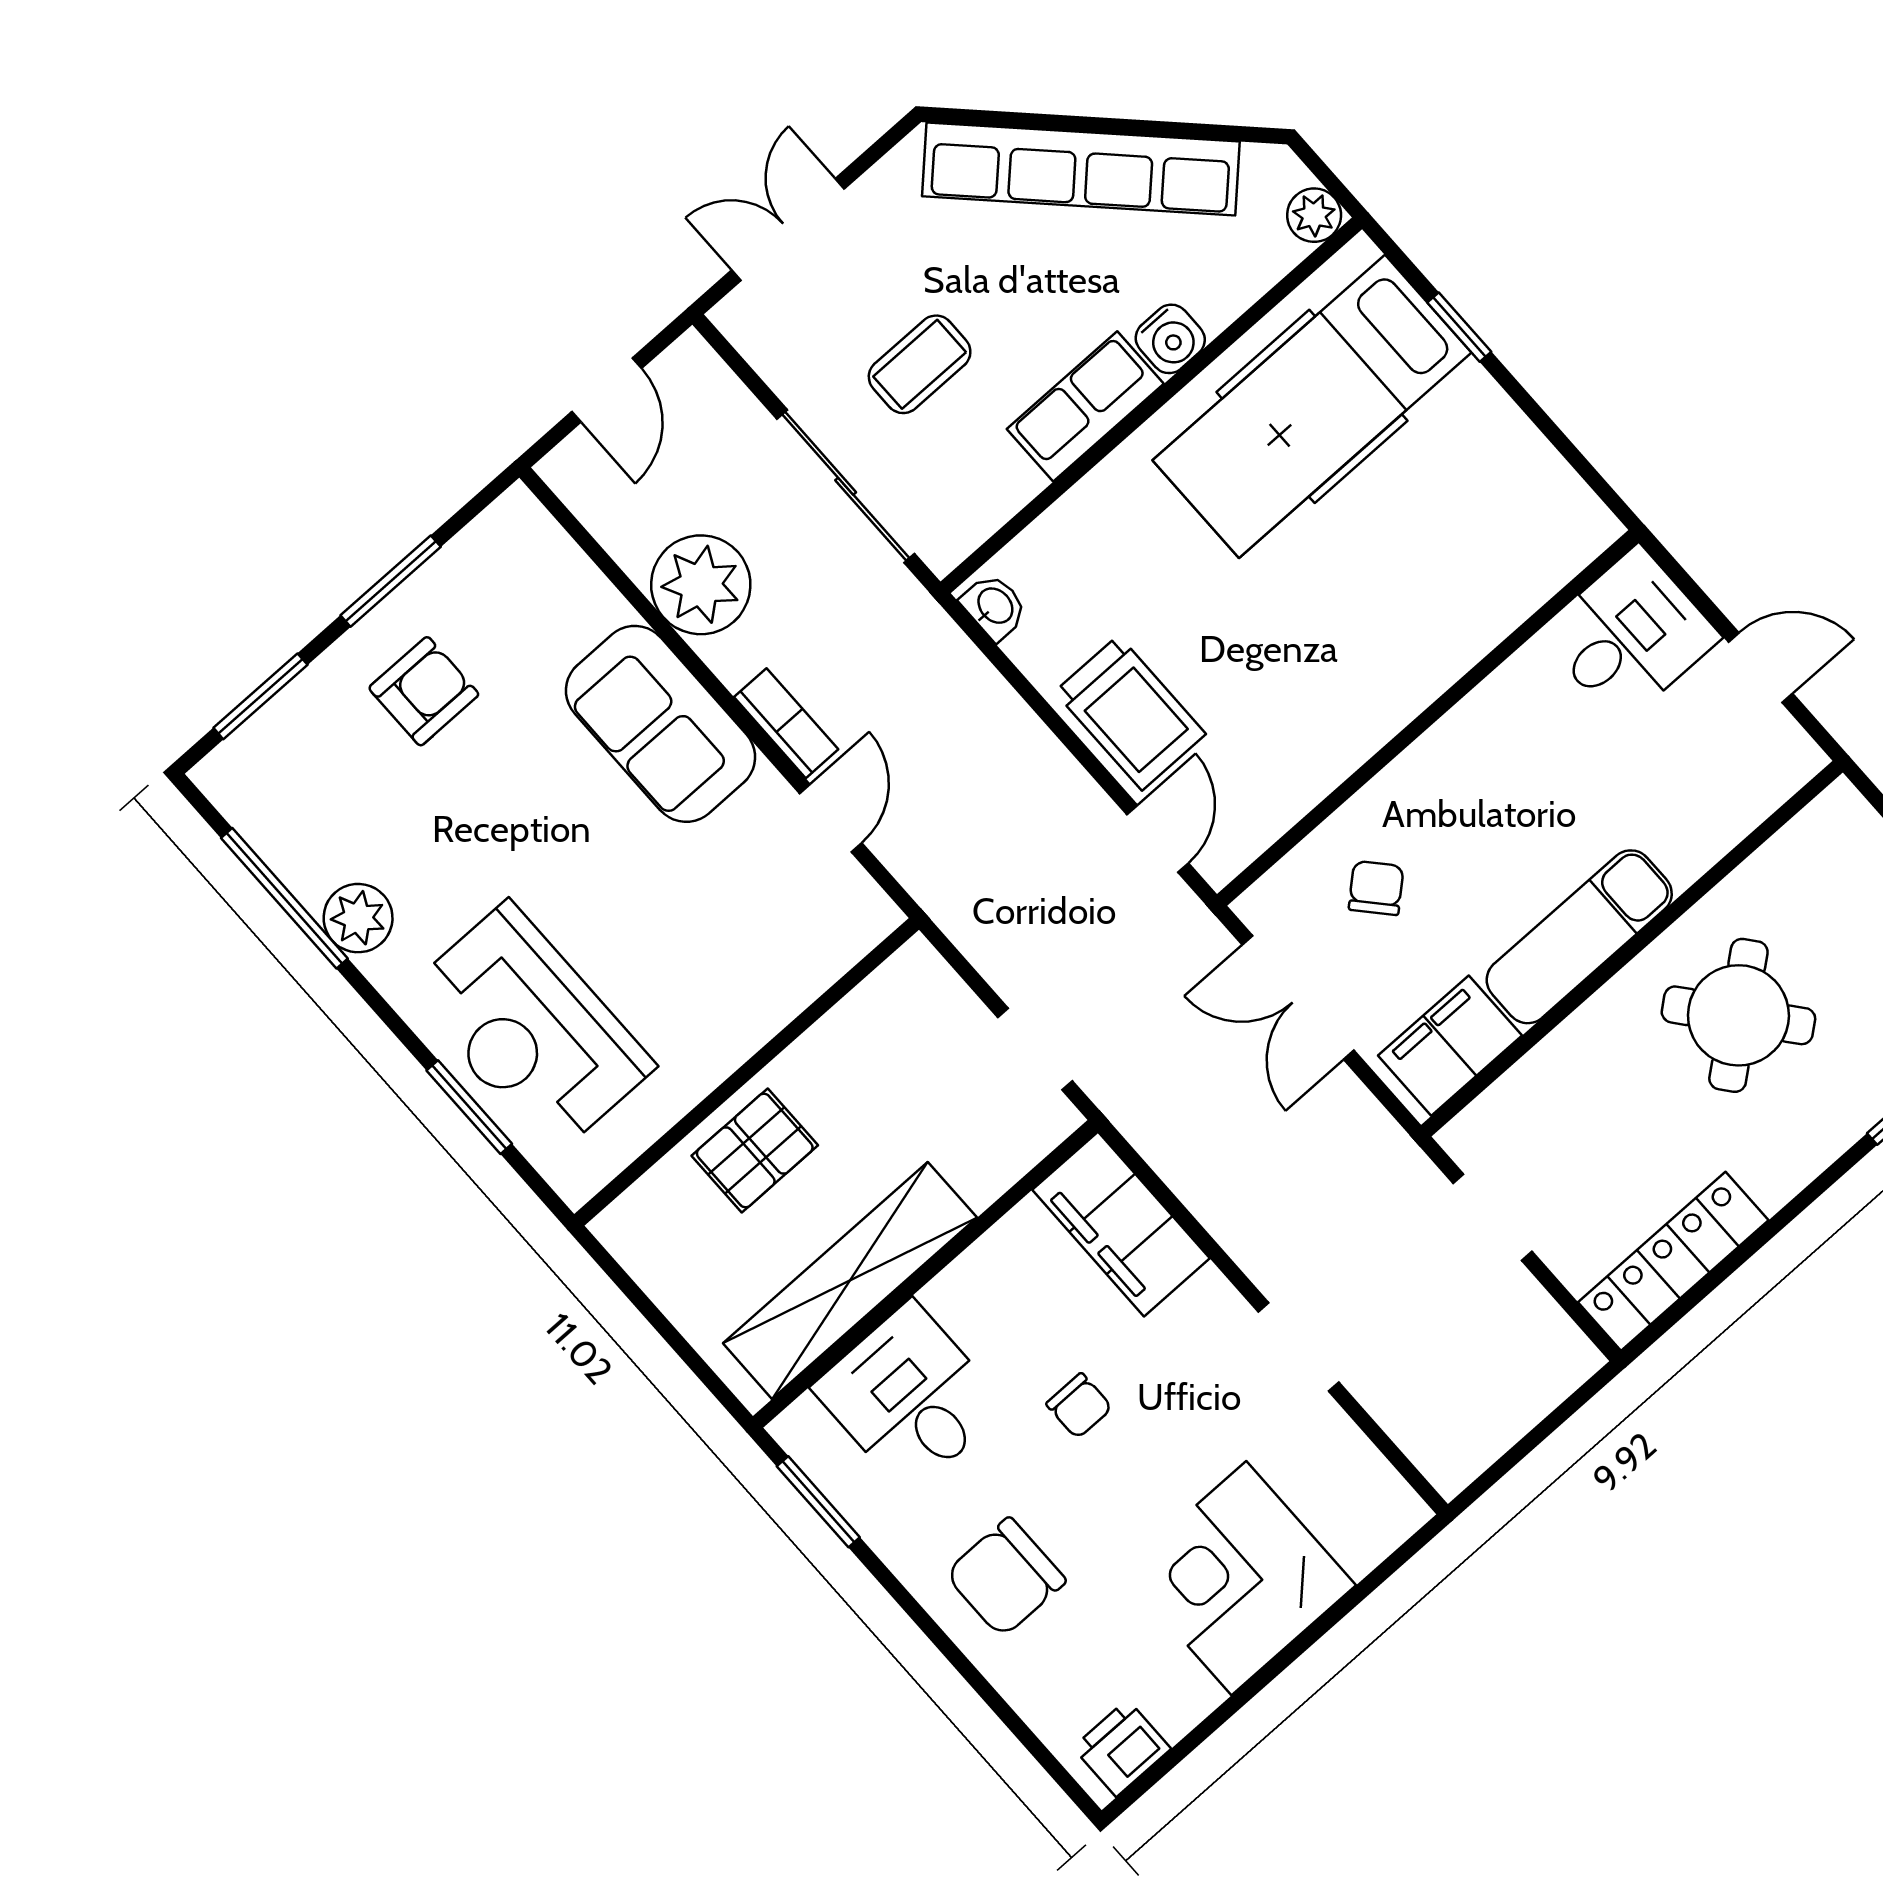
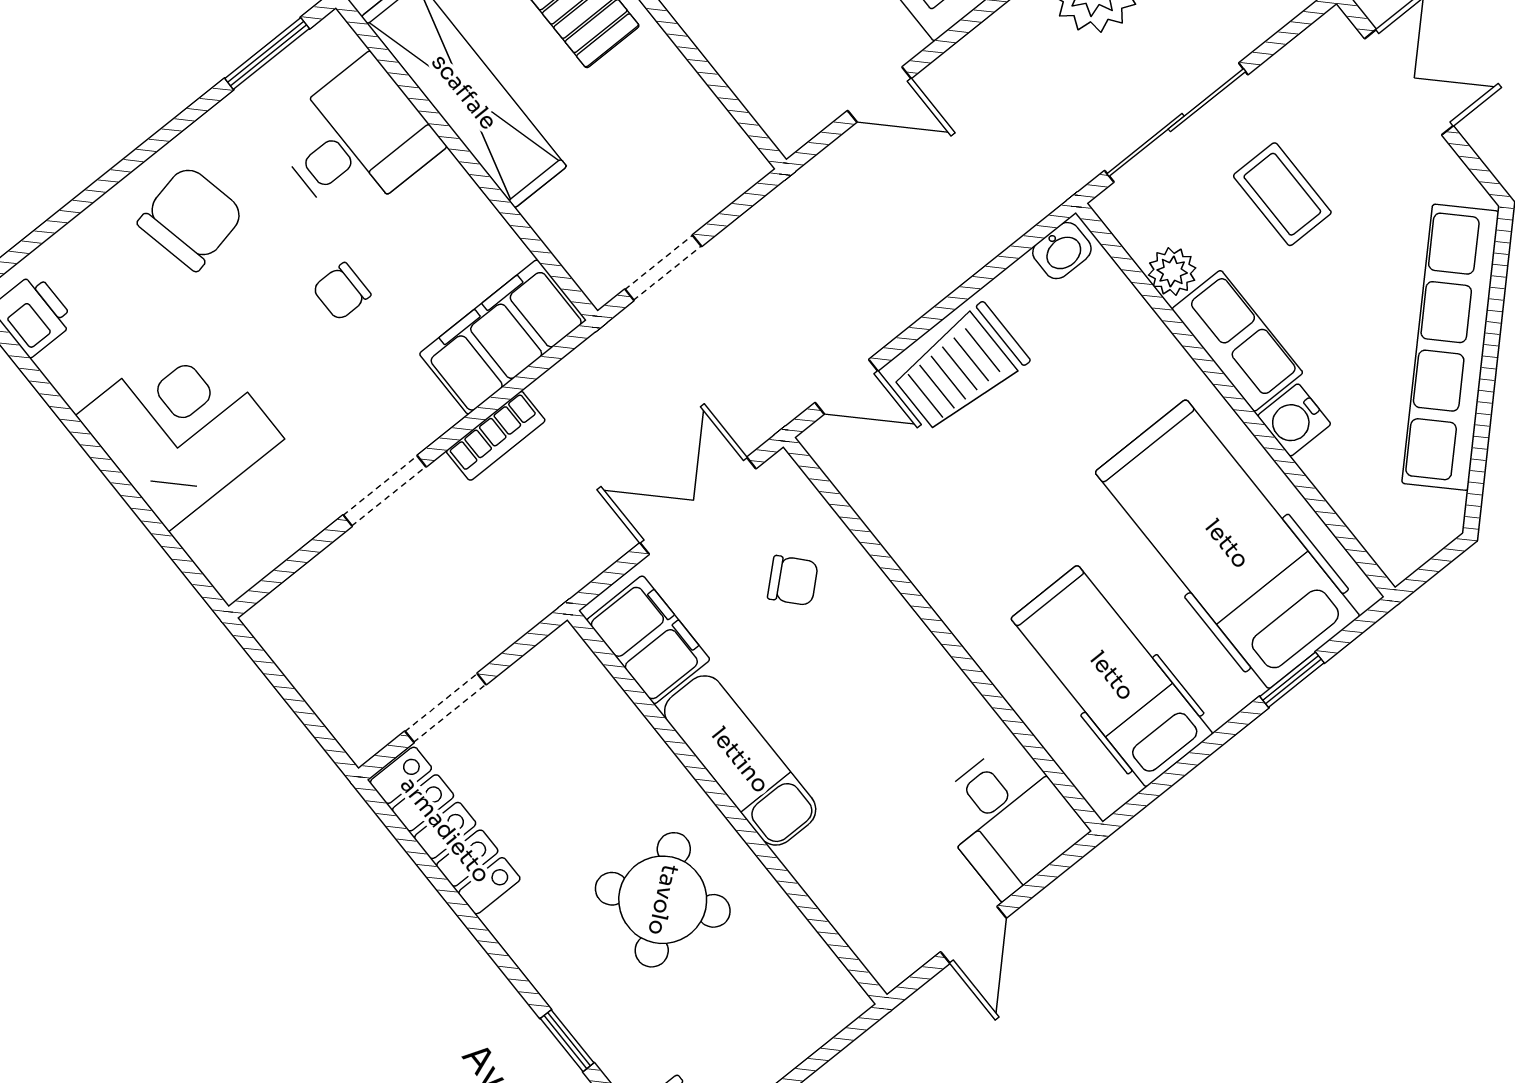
plant: (1314, 215) -> (1172, 272), moved
hospital bed: (1465, 528) -> (1112, 676), added
bookcase: (786, 723) -> (496, 436), moved
doorway: (1492, 1217) -> (446, 708), moved
chair: (1006, 1577) -> (191, 218), turned 78

